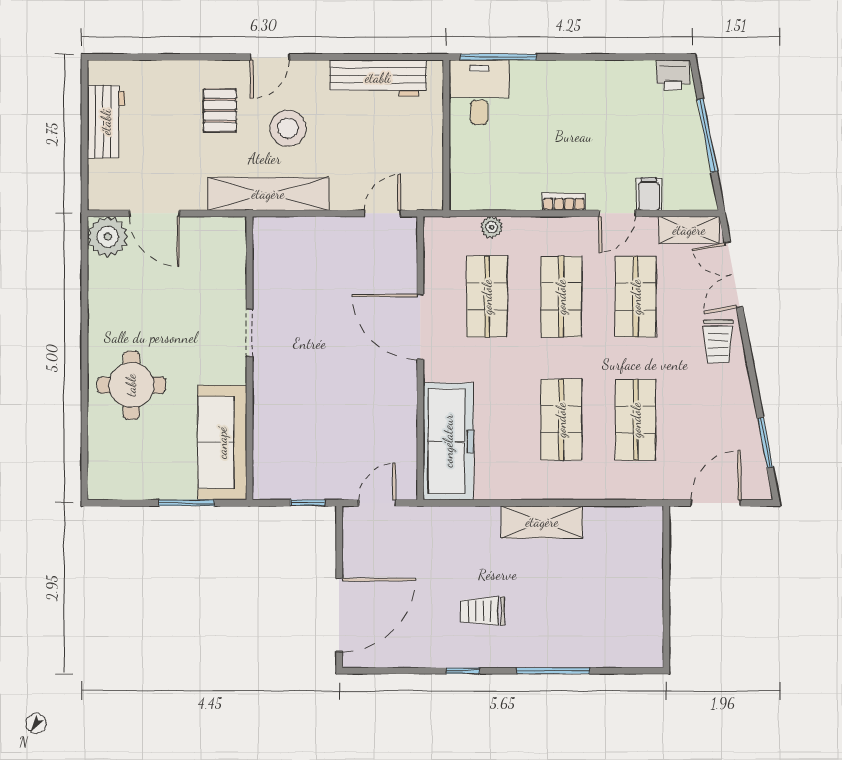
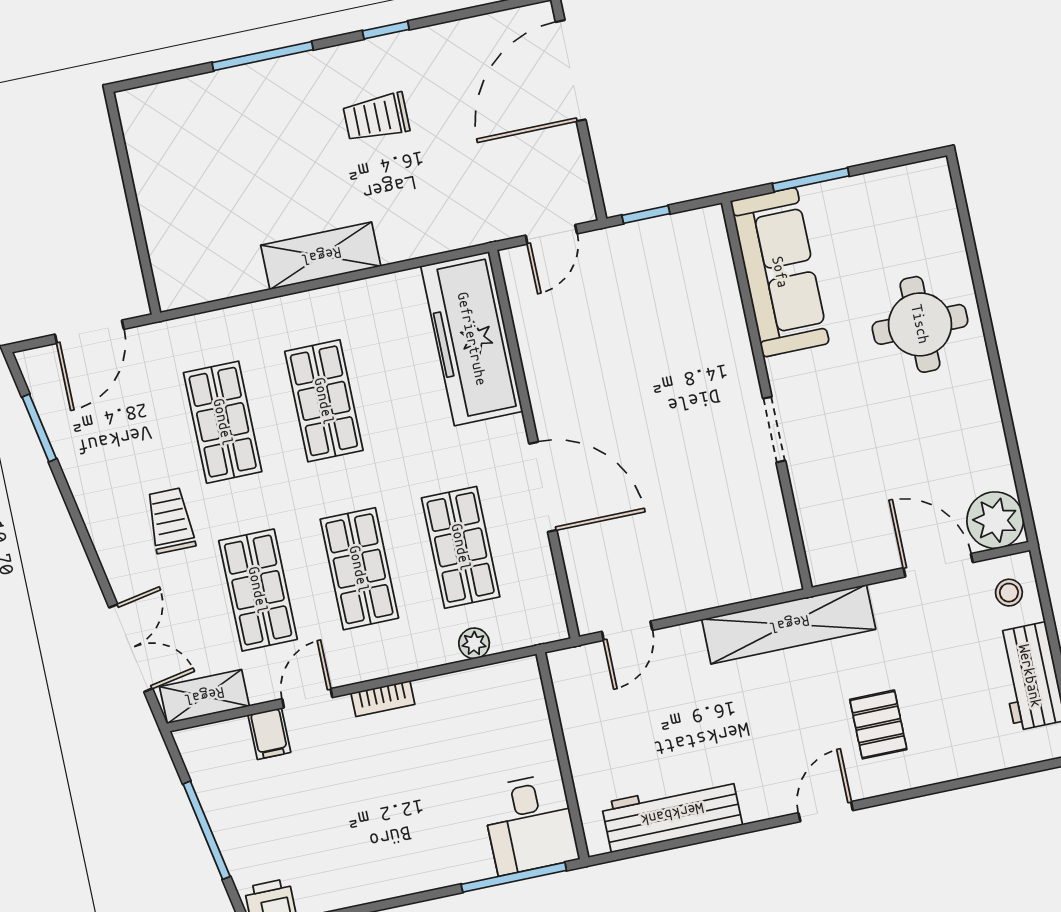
stool: (288, 128) -> (1009, 593), moved, width x0.53, depth x0.53
trolley: (718, 341) -> (170, 521), moved
trolley: (483, 611) -> (376, 117), turned 180

